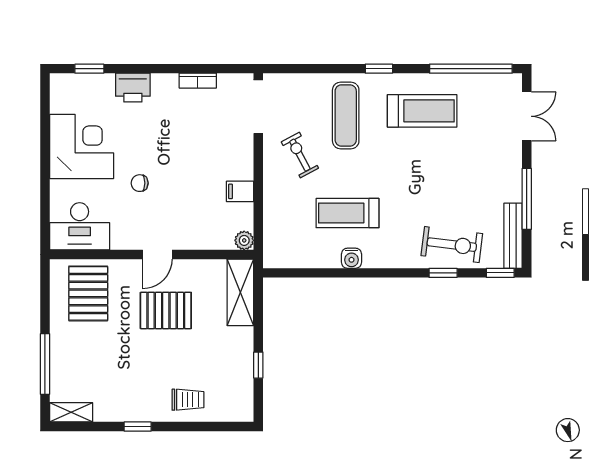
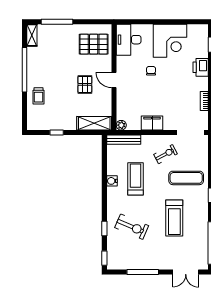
treadmill: (422, 111) -> (174, 218), moved
filing cabinet: (240, 191) -> (152, 123), width x2.00
bench: (513, 236) -> (124, 140), moved
exercise bike: (452, 245) -> (132, 227), moved, turned -74
pallet: (166, 310) -> (85, 84), width x0.67, depth x0.71
window: (138, 427) -> (25, 70), width x3.17

